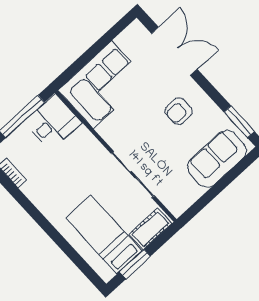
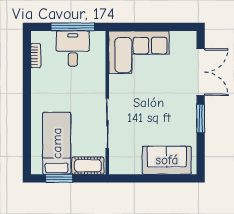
armchair: (179, 111) -> (170, 110), removed
desk: (53, 122) -> (73, 49), moved, turned -90
window: (239, 122) -> (201, 118), moved

